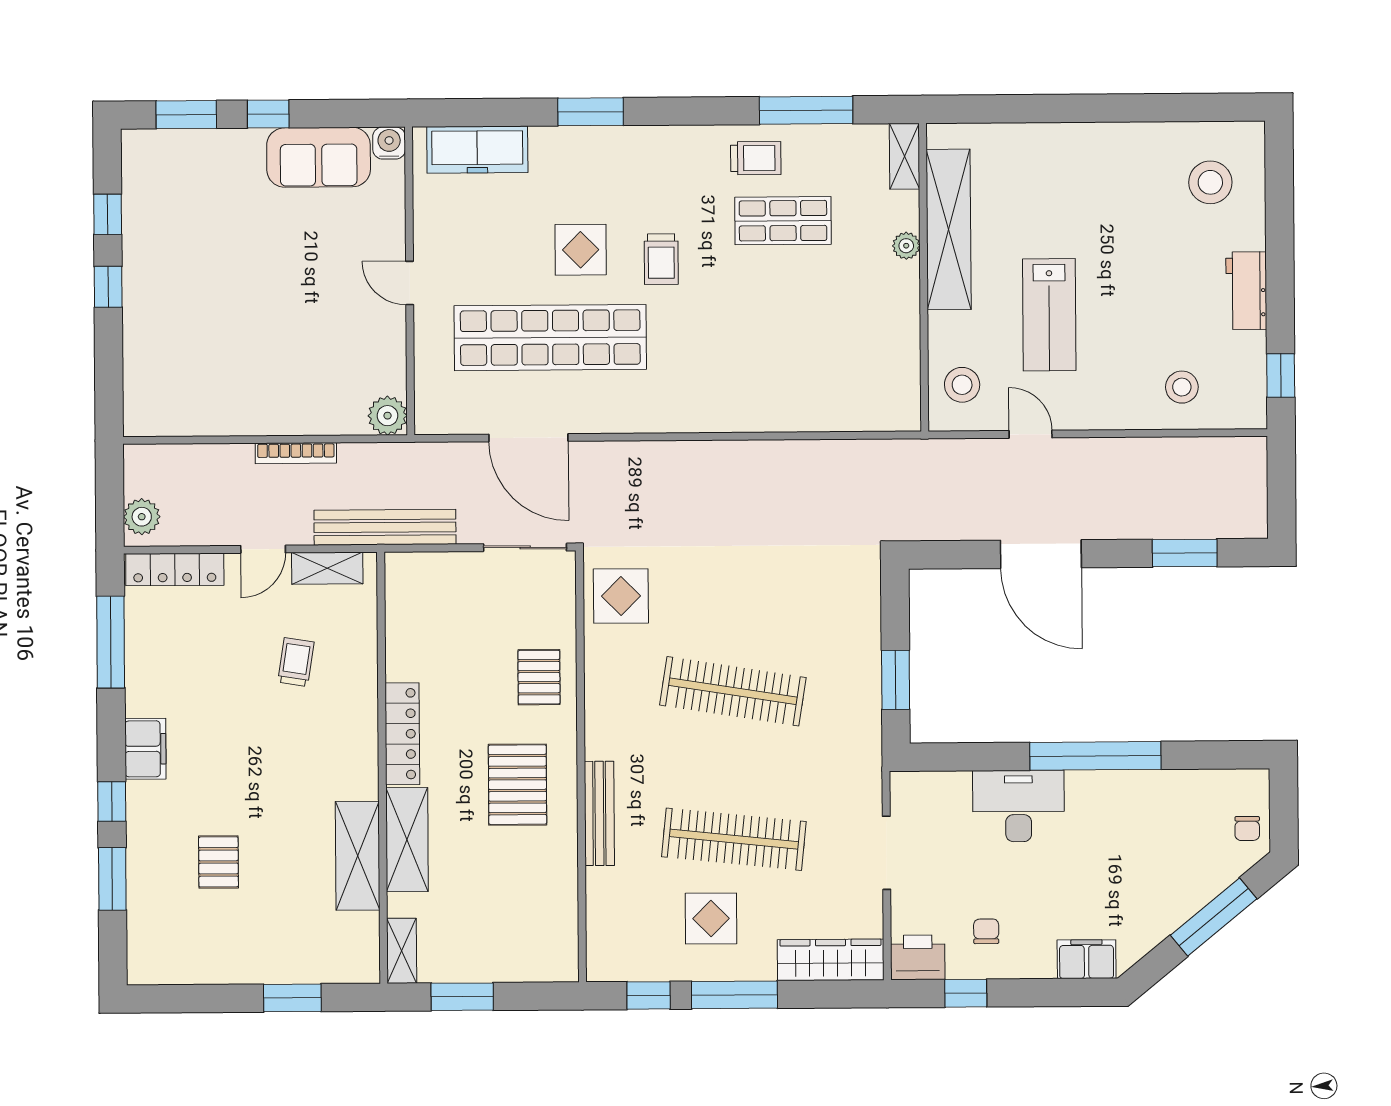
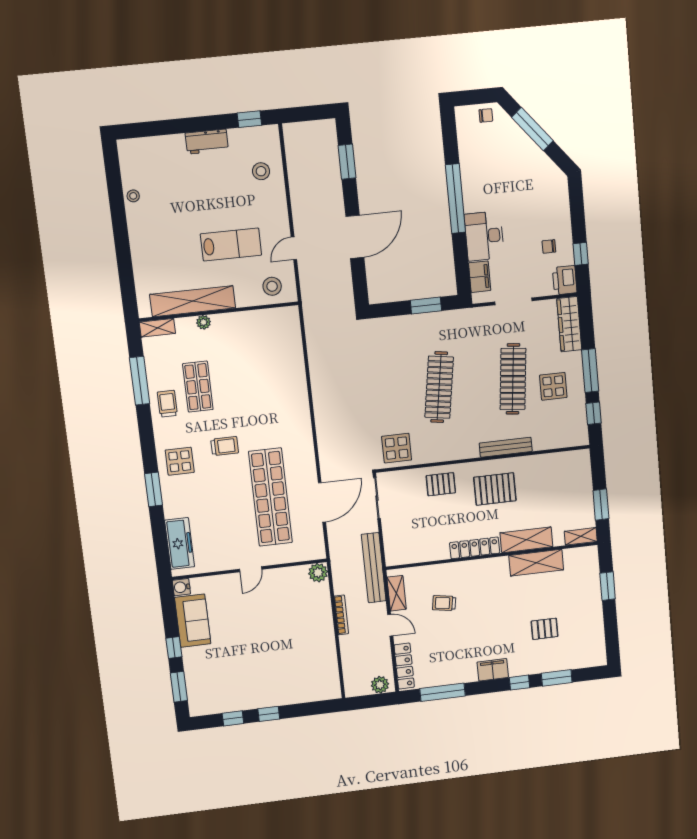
stool: (1210, 182) -> (133, 196), moved, width x0.53, depth x0.53
display table: (581, 250) -> (180, 461), moved
filing cabinet: (1087, 959) -> (480, 277), moved, turned 180

